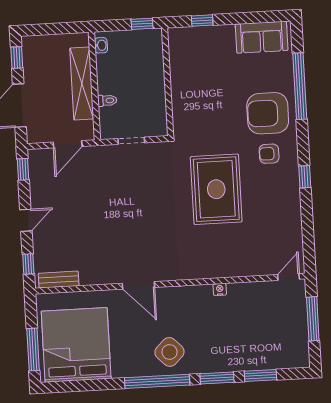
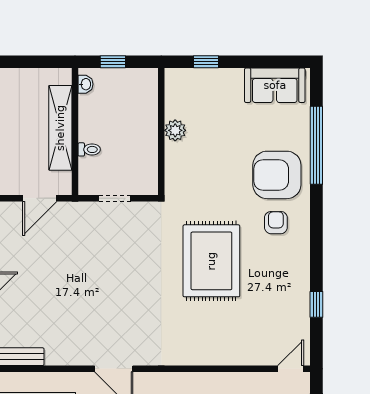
window: (142, 24) -> (113, 62), moved
plant: (179, 80) -> (175, 130), added
armchair: (269, 154) -> (276, 223), turned 90
window: (305, 177) -> (316, 304), moved
nightstand: (220, 289) -> (209, 379), removed

